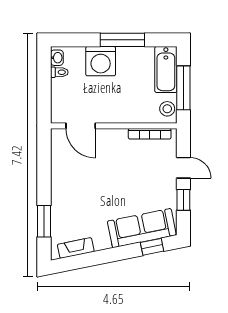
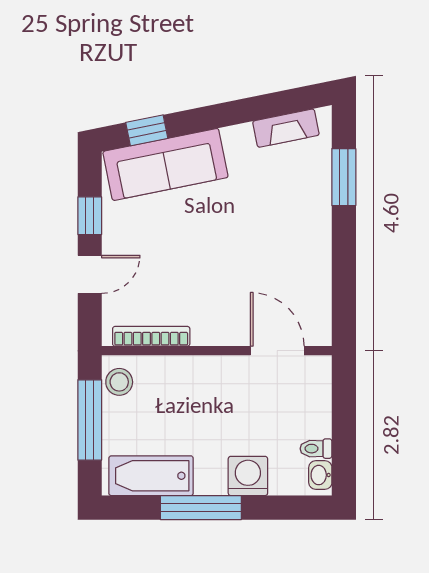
washing machine: (101, 61) -> (248, 476), width x0.73, depth x0.73
bathtub: (166, 70) -> (151, 476), moved, turned -90
door: (183, 168) -> (90, 274), swing flipped

